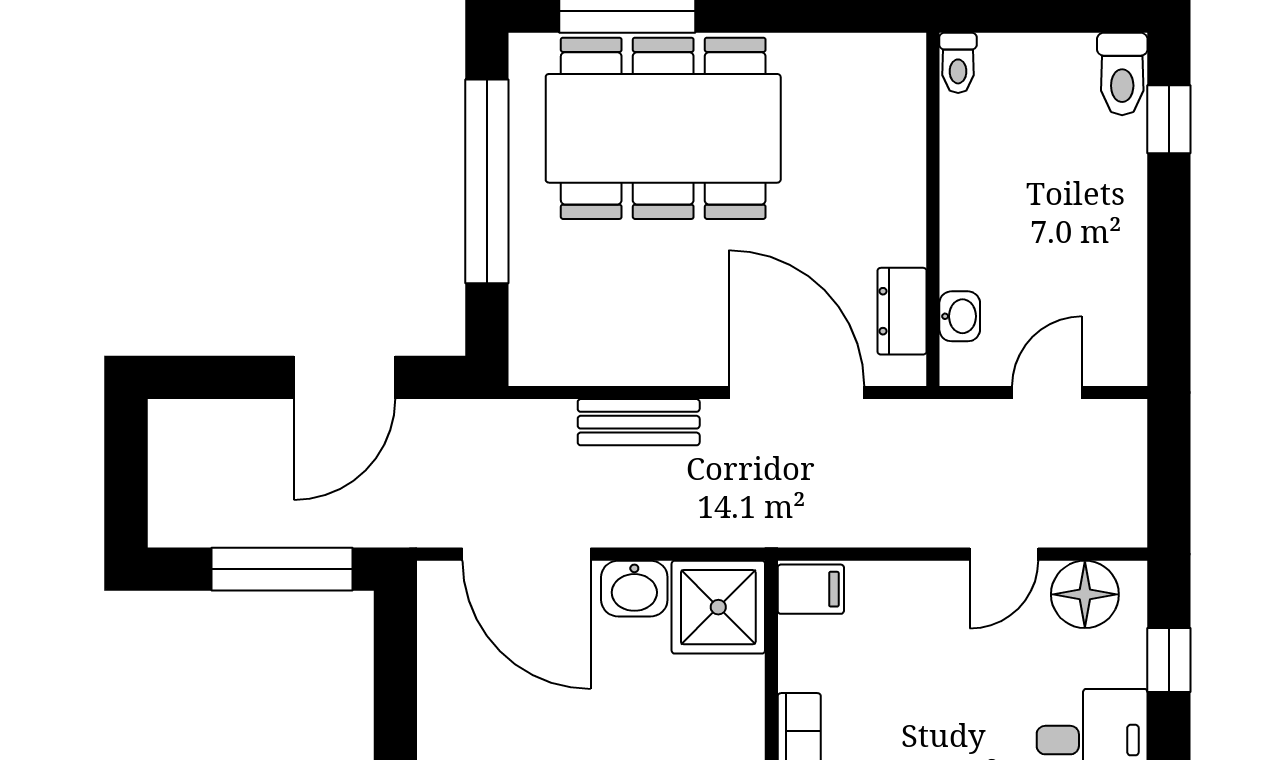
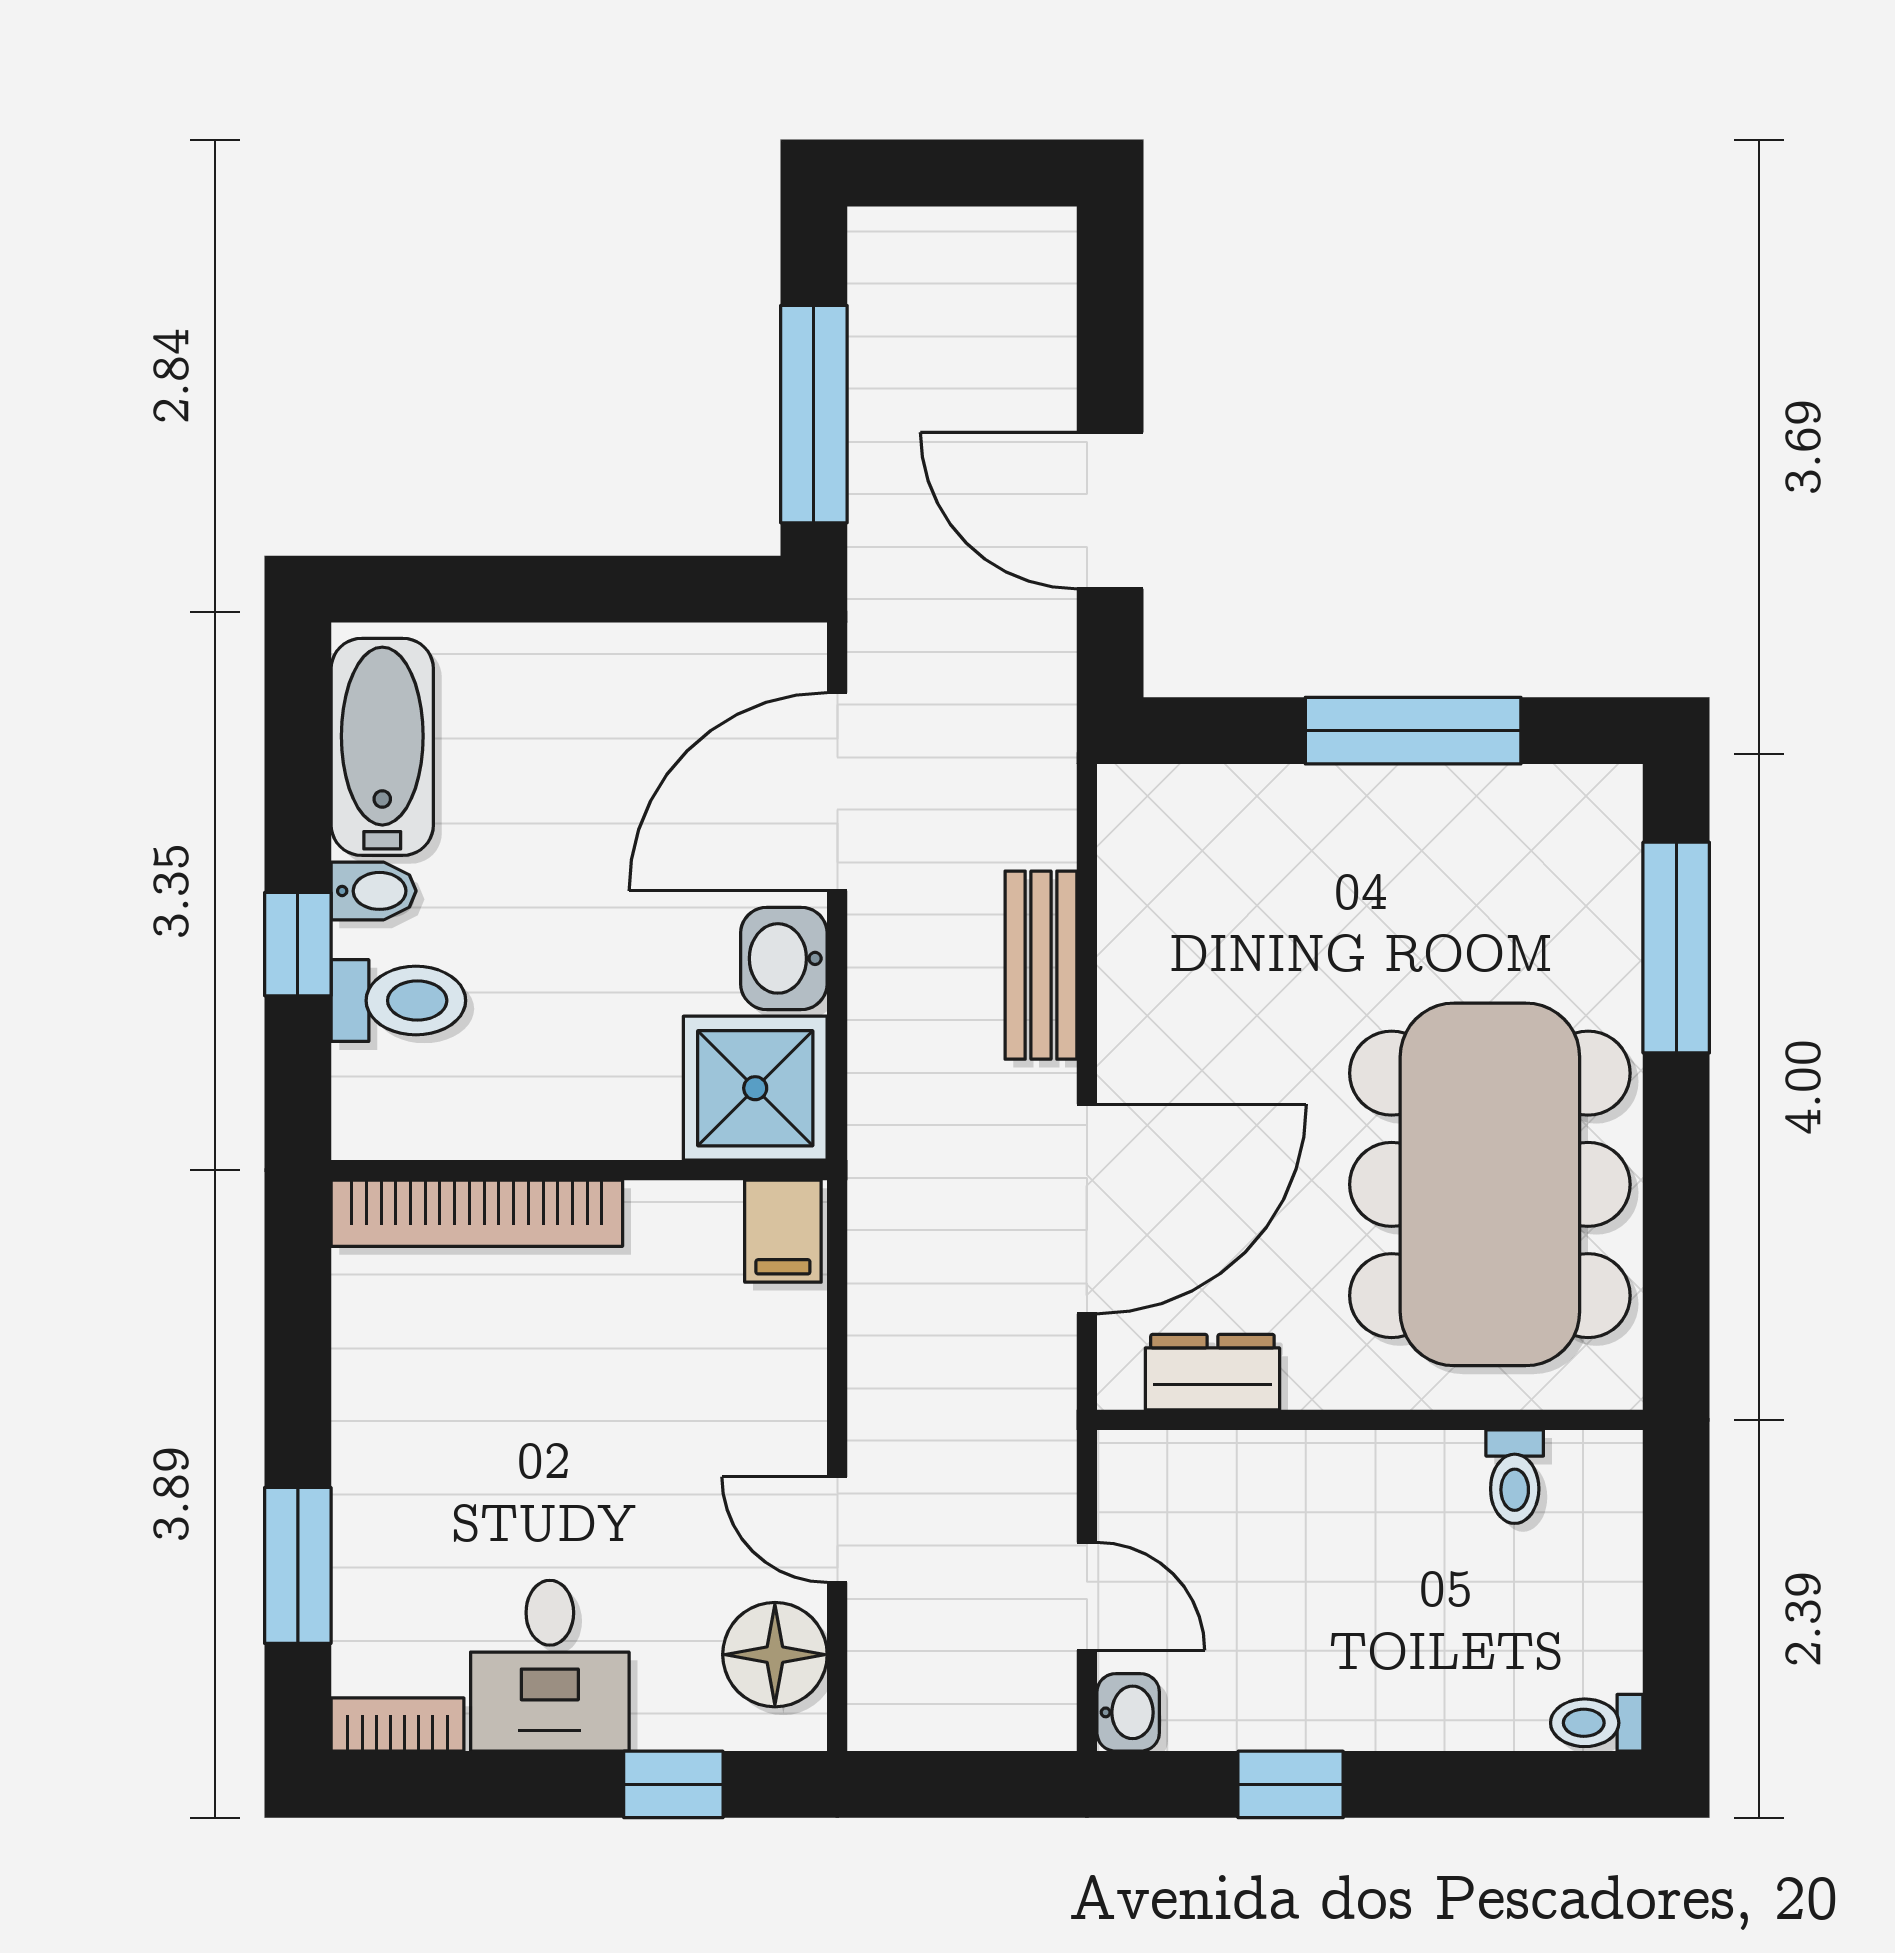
toilet: (958, 63) -> (1515, 1477), moved, turned -90
toilet: (1122, 74) -> (1597, 1723), width x0.73, depth x0.72
window: (1169, 119) -> (1291, 1784), moved
dining table: (663, 128) -> (1490, 1184), moved
window: (487, 181) -> (1413, 731), width x0.68
washbasin: (960, 316) -> (1128, 1712), moved, turned -90

